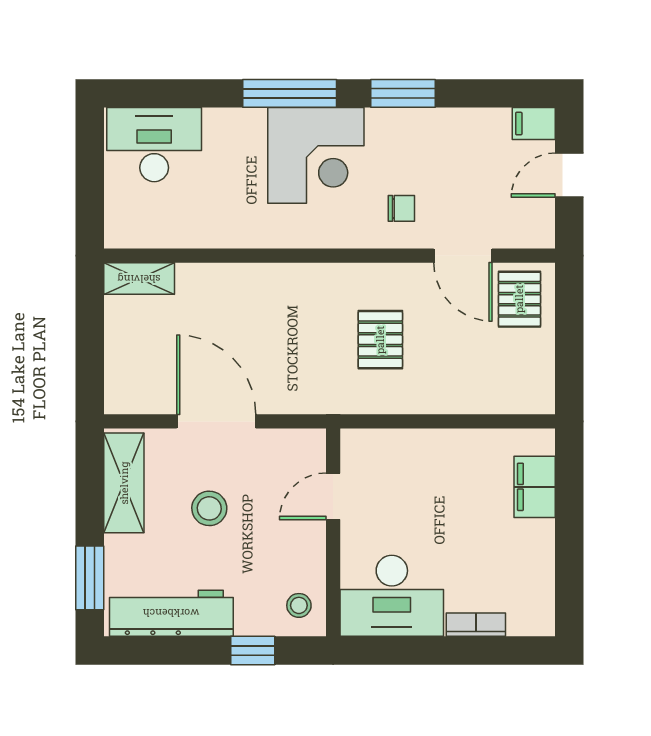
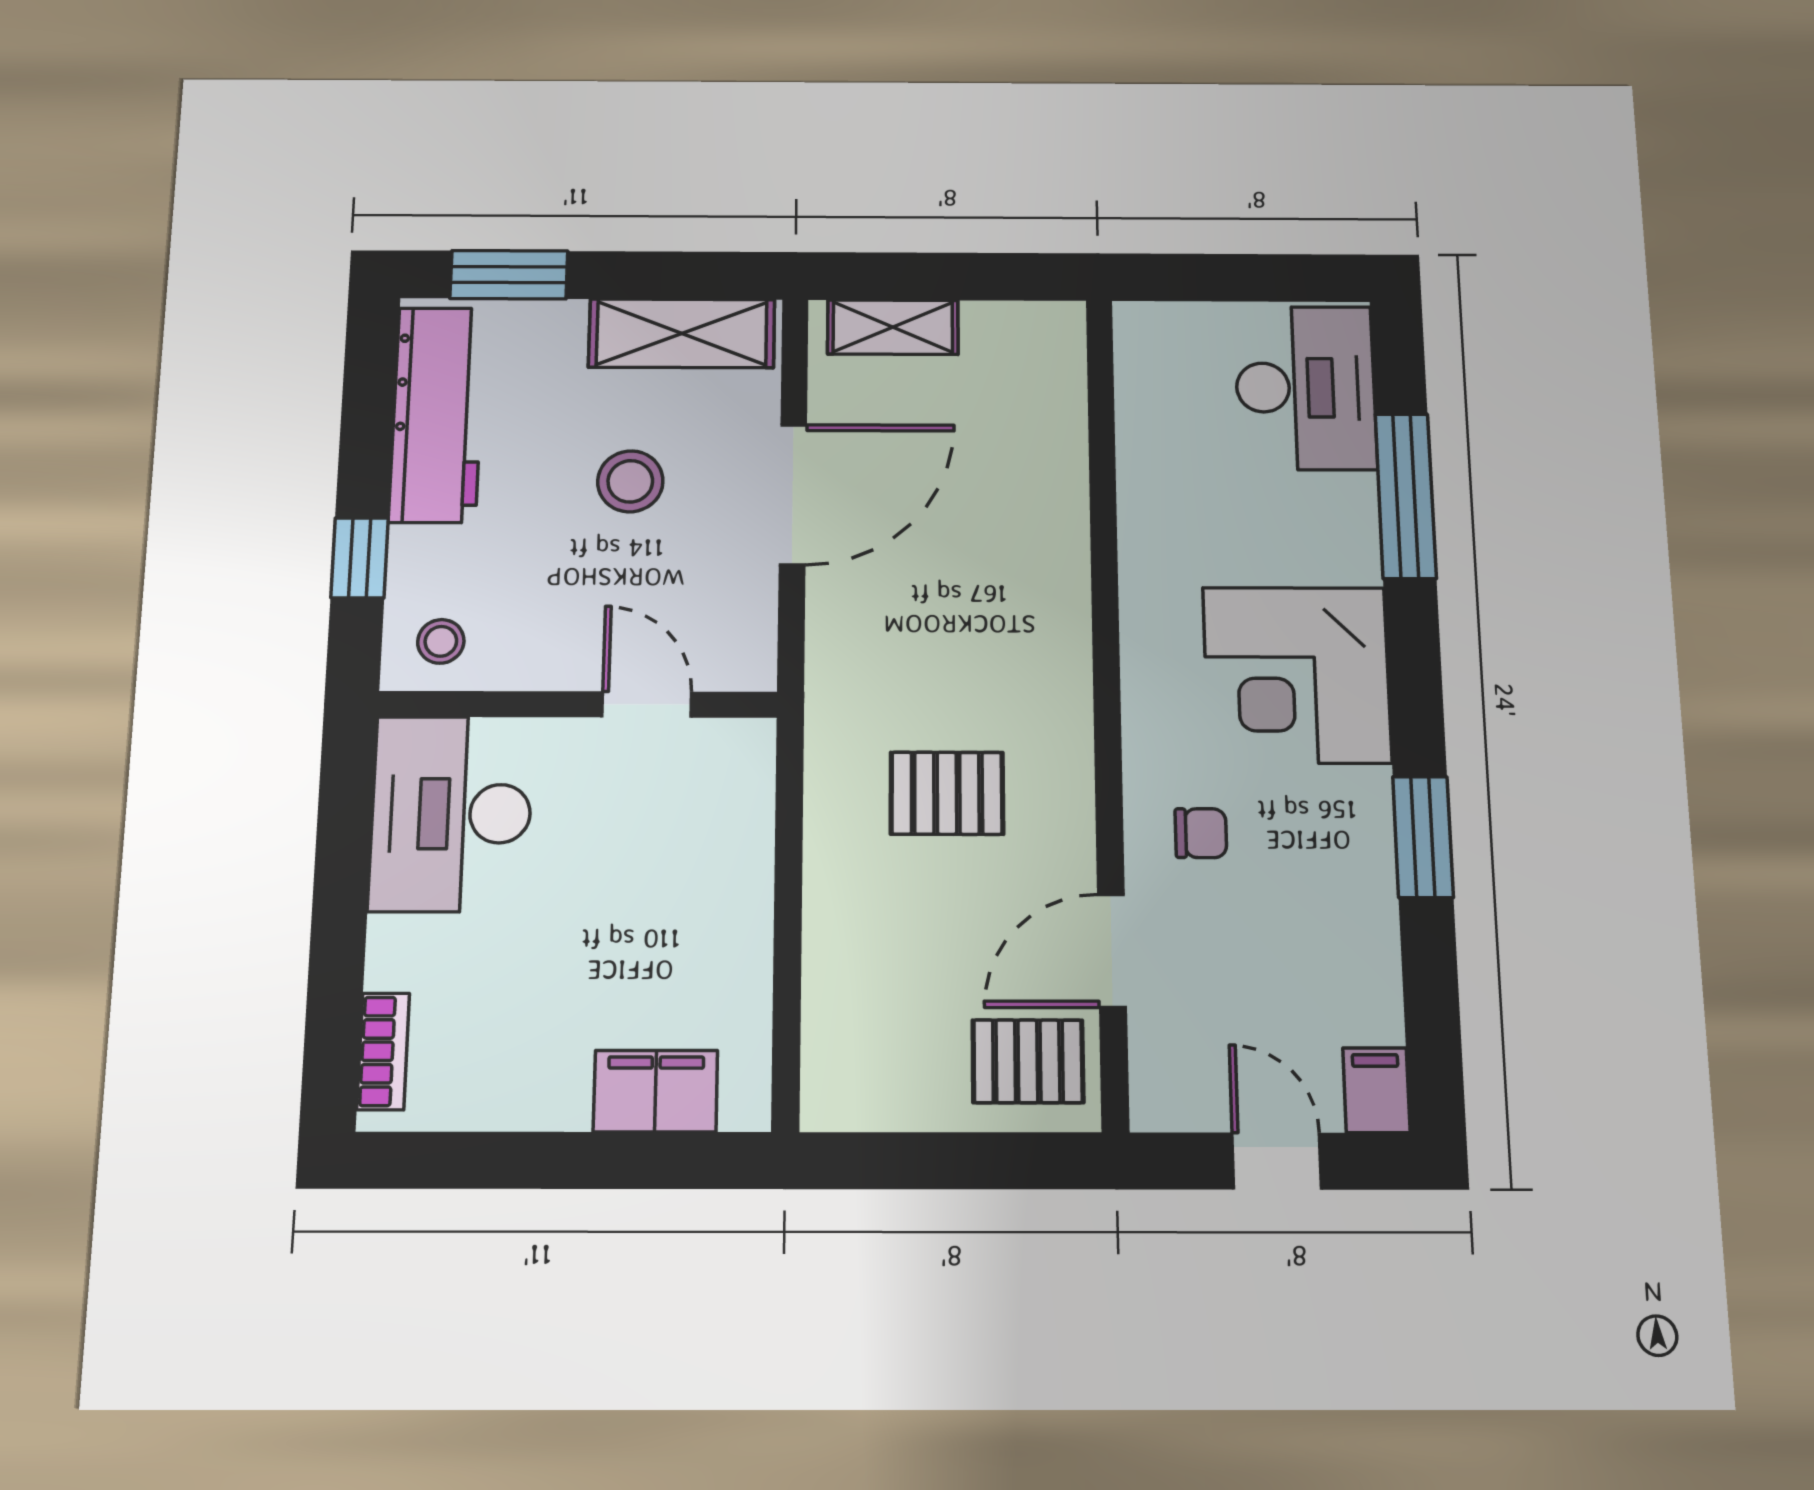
window: (290, 93) -> (1406, 496), moved
chair: (401, 208) -> (1201, 833), turned -90
shelving: (139, 279) -> (893, 327), moved, turned 90
bookcase: (476, 625) -> (383, 1051), moved

